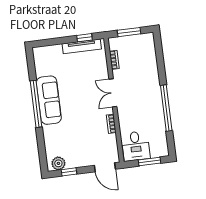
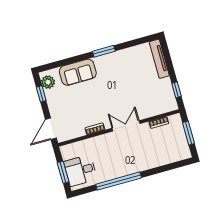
tv unit: (82, 46) -> (159, 59), moved
sofa: (49, 100) -> (78, 72), moved, width x0.73
window: (36, 104) -> (104, 51), width x0.47
desk: (136, 146) -> (80, 170), moved

